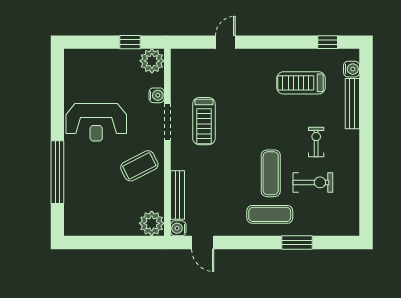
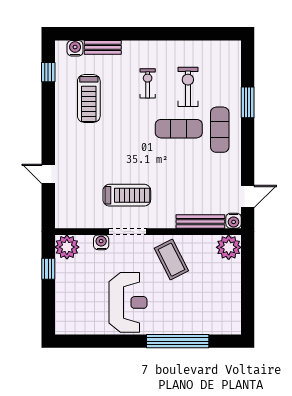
bench: (352, 104) -> (103, 47), width x0.73
exercise bike: (316, 142) -> (148, 83), turned 90

